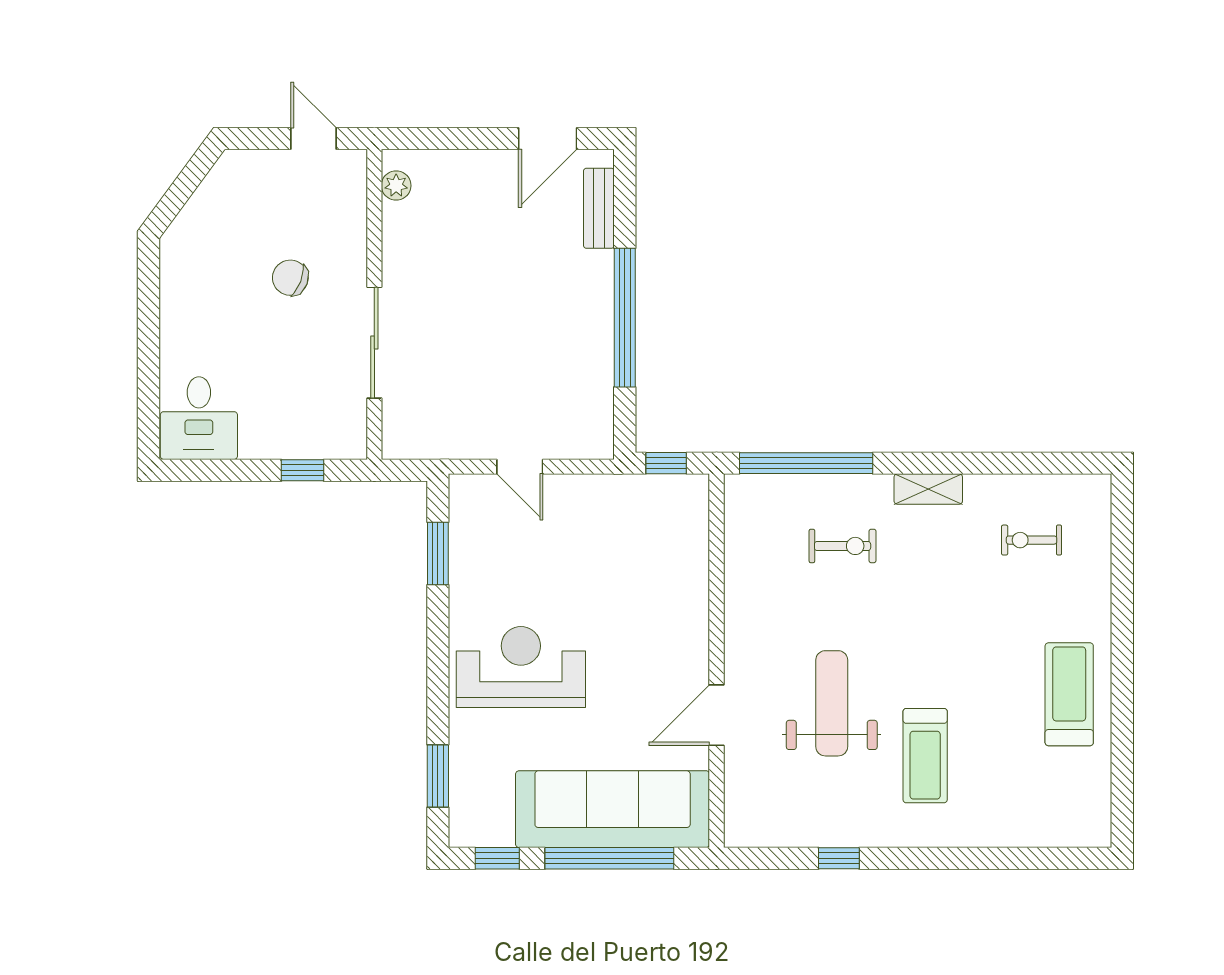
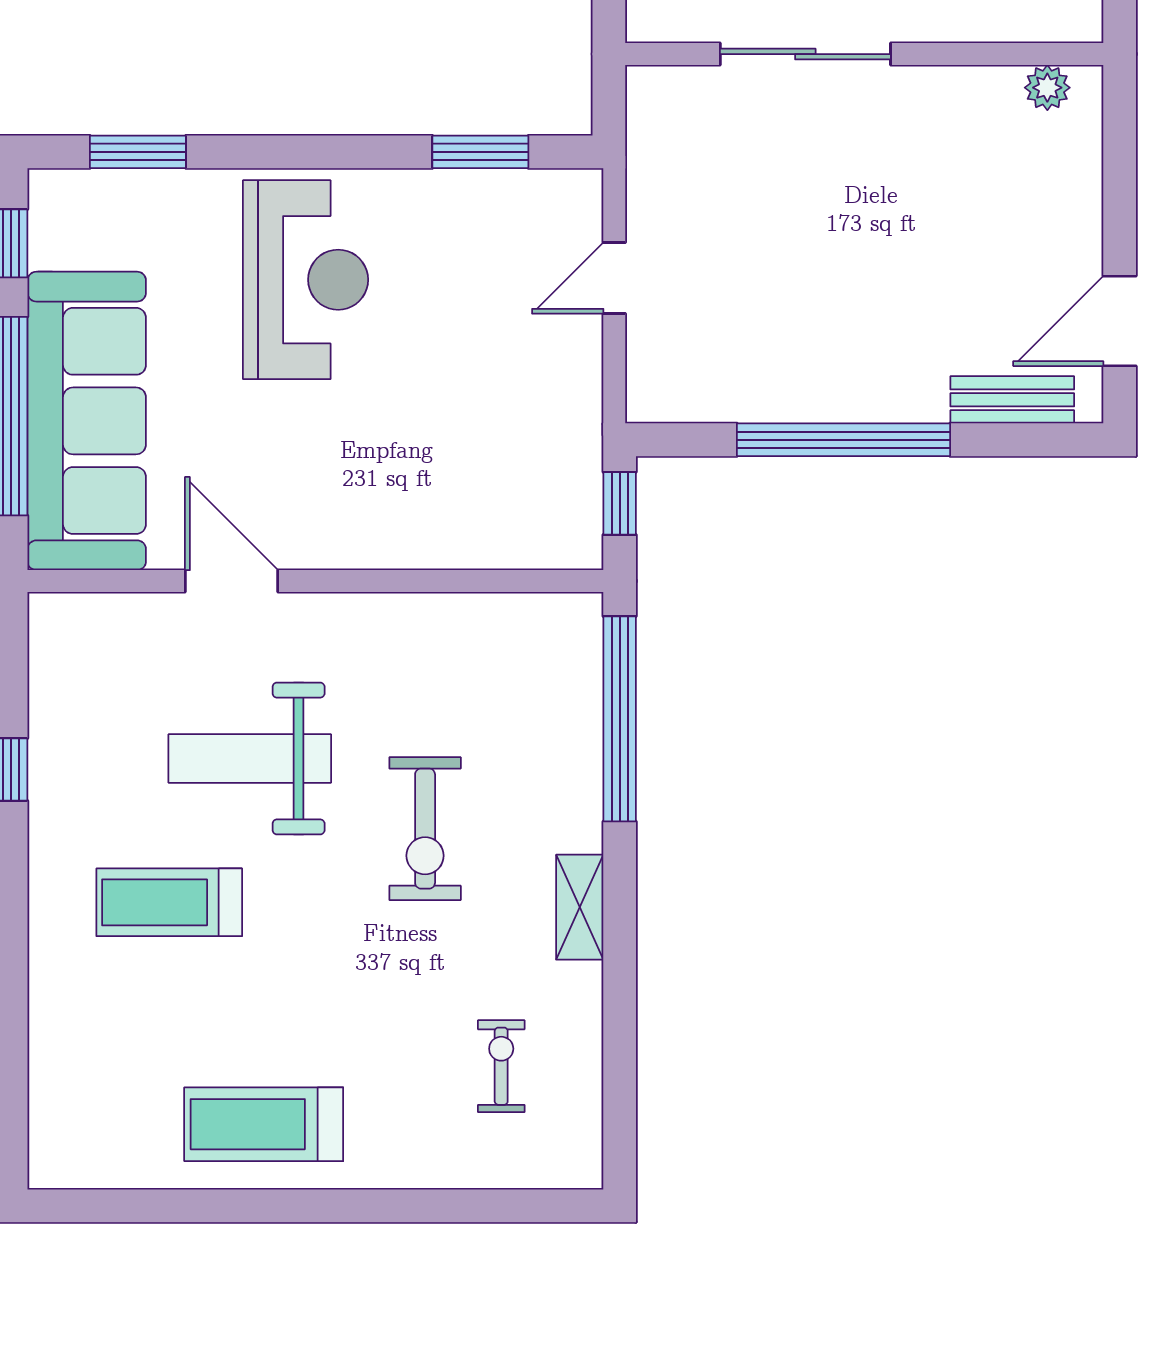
door: (548, 139) -> (1120, 321), hinge flipped
exercise bike: (843, 546) -> (425, 829), moved, width x1.38, depth x1.39
treadmill: (1069, 694) -> (264, 1124), turned 180
weight bench: (832, 703) -> (250, 758), turned 180

